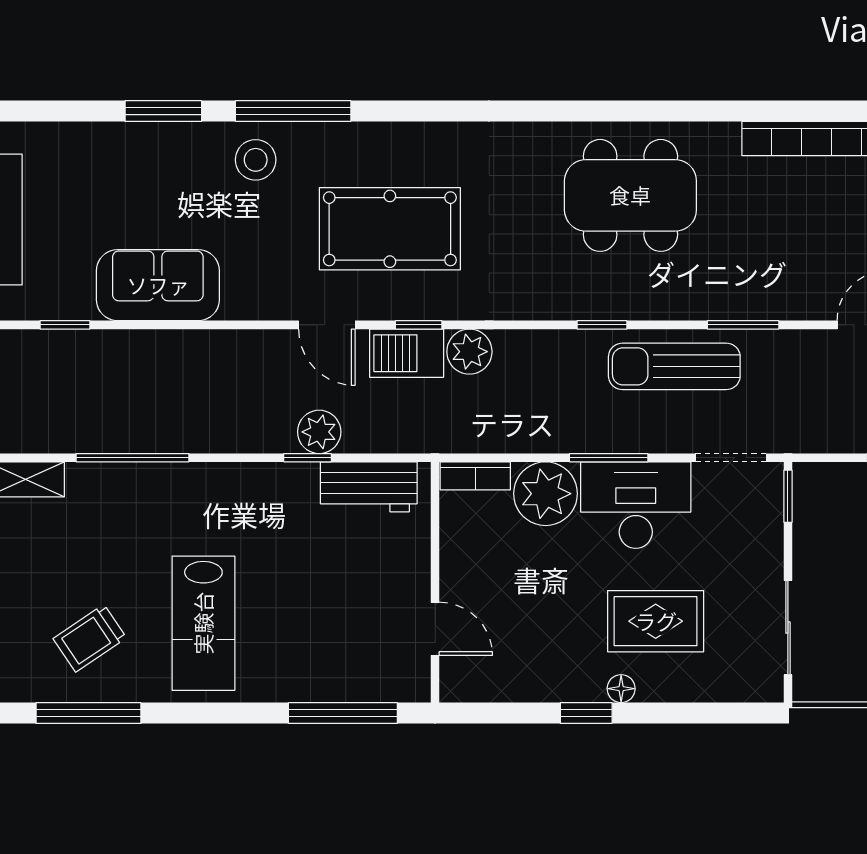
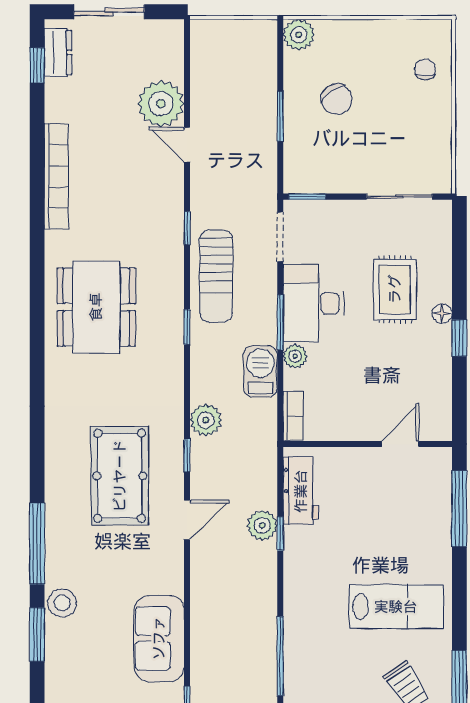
stool: (256, 160) -> (62, 603), moved
window: (743, 325) -> (187, 228), width x0.67
barbecue: (407, 353) -> (260, 371), moved, turned 180
plant: (546, 494) -> (295, 356), width x0.53, depth x0.53

